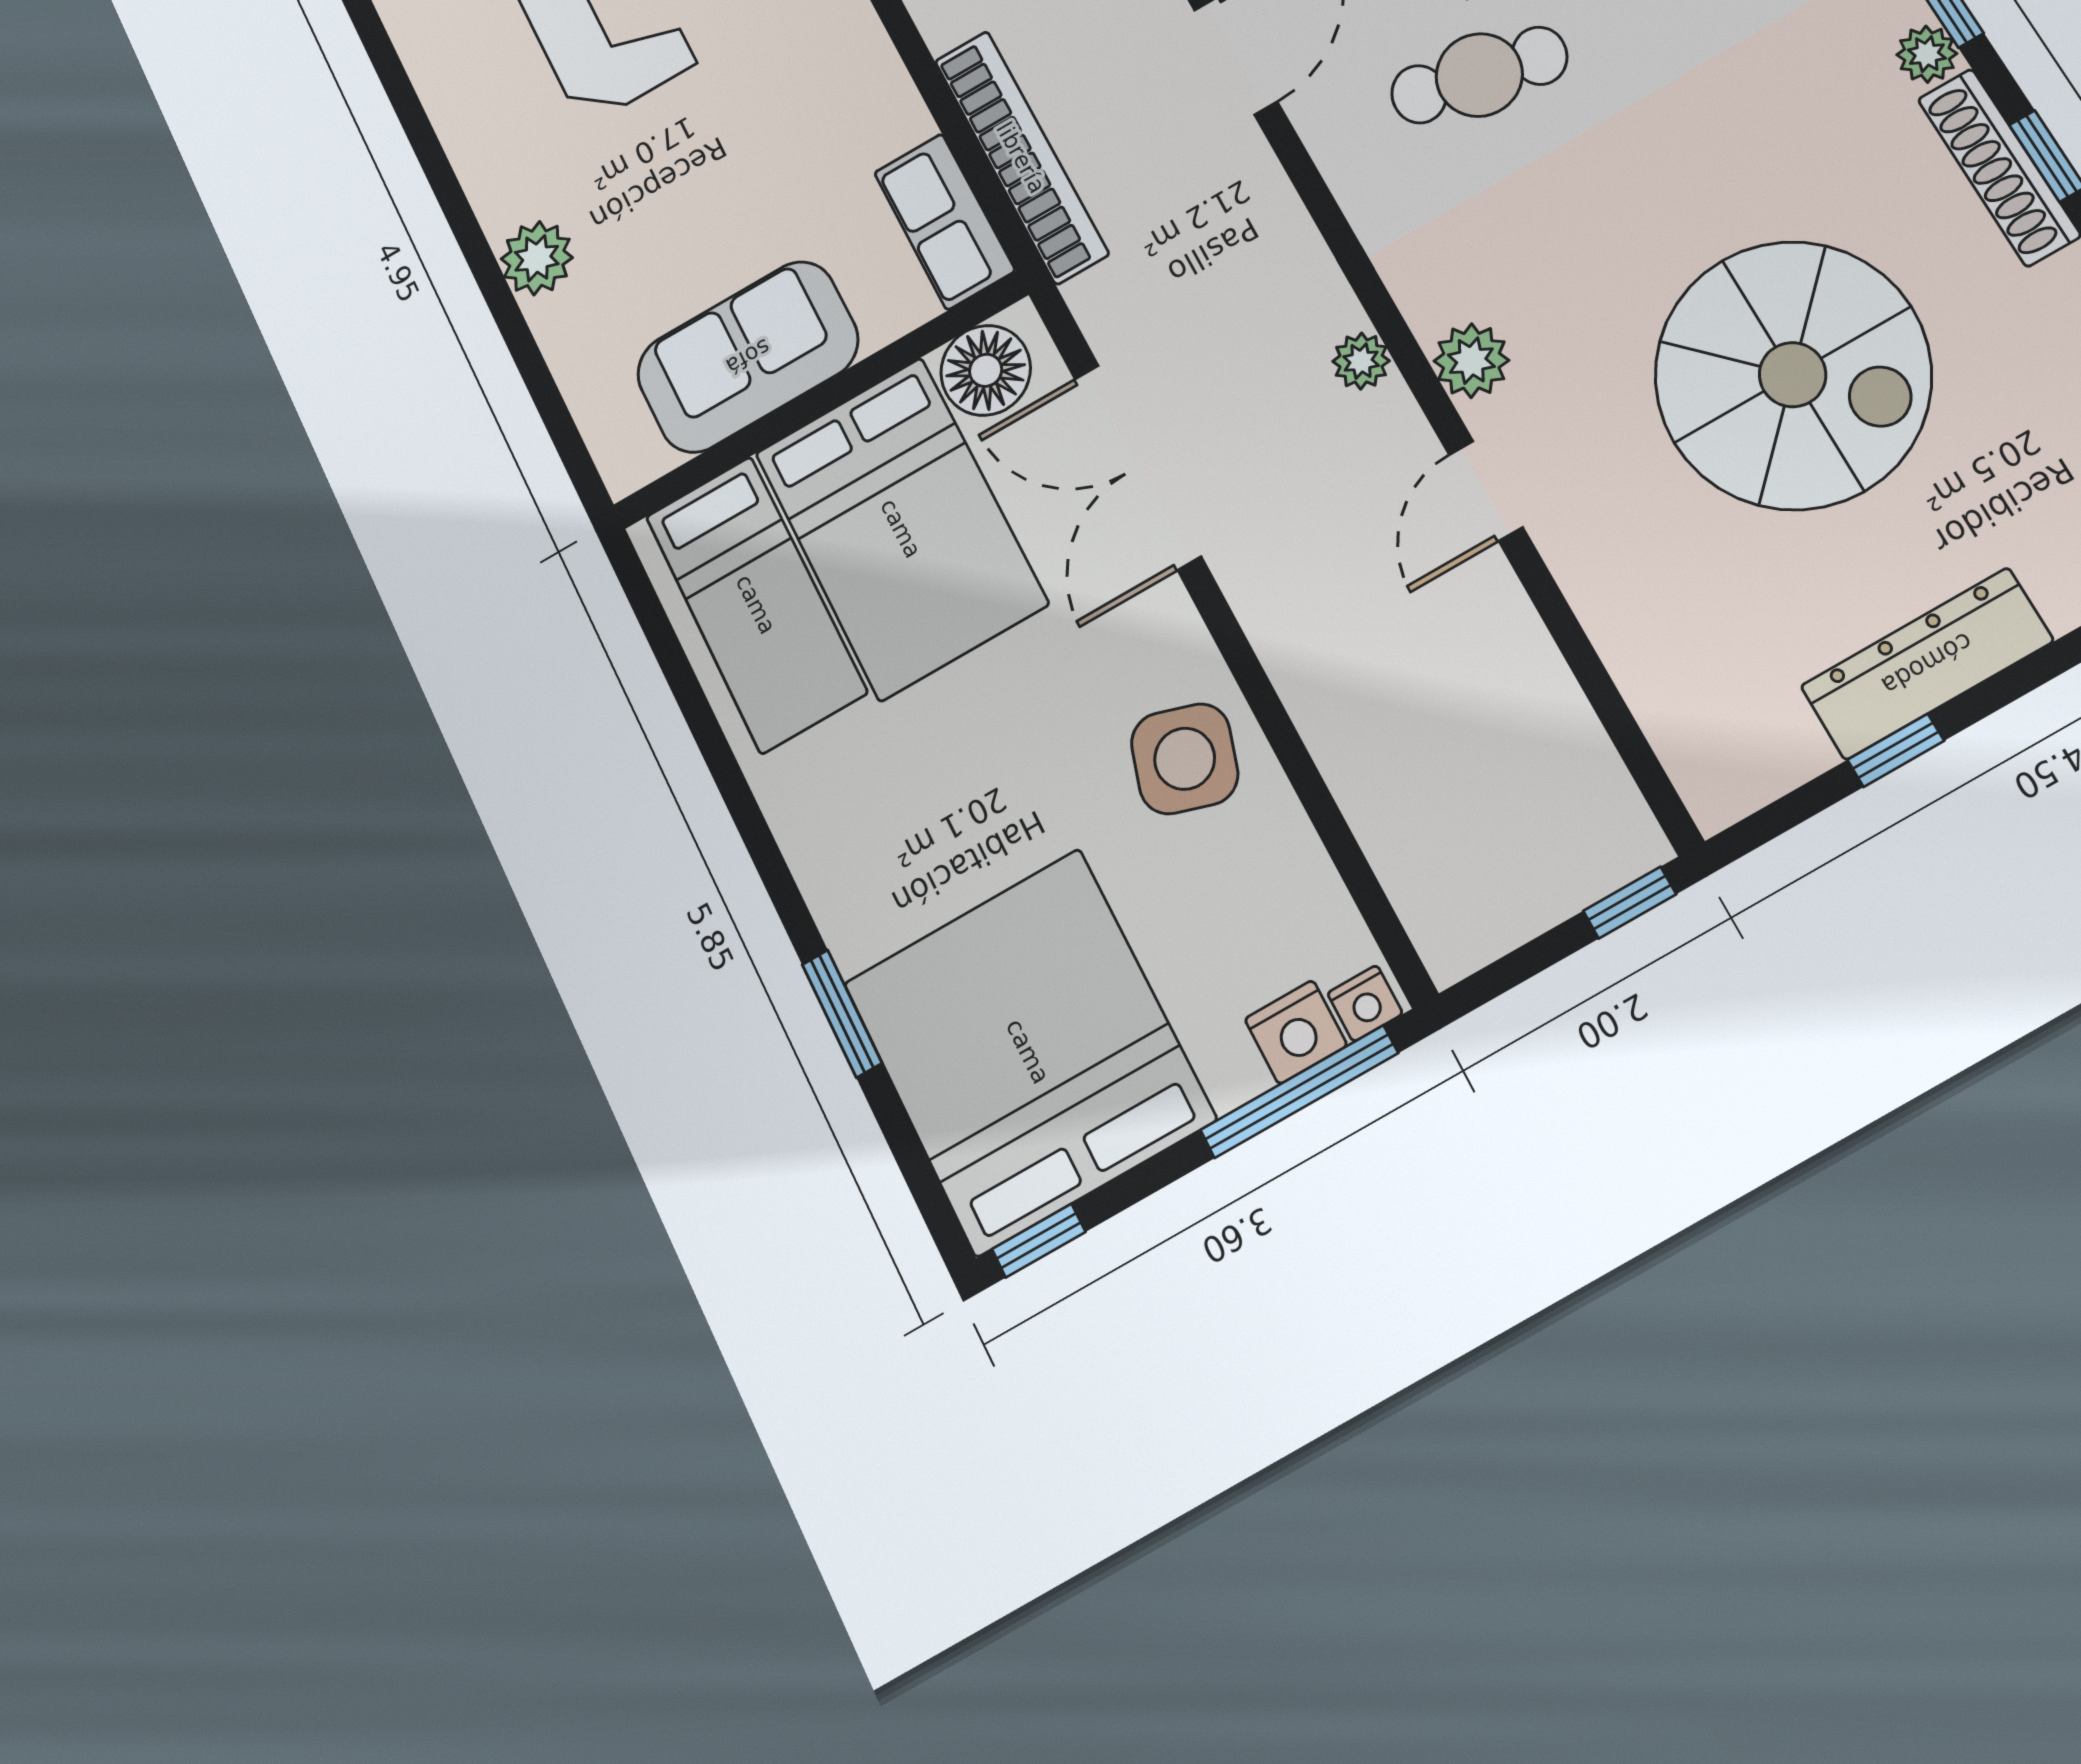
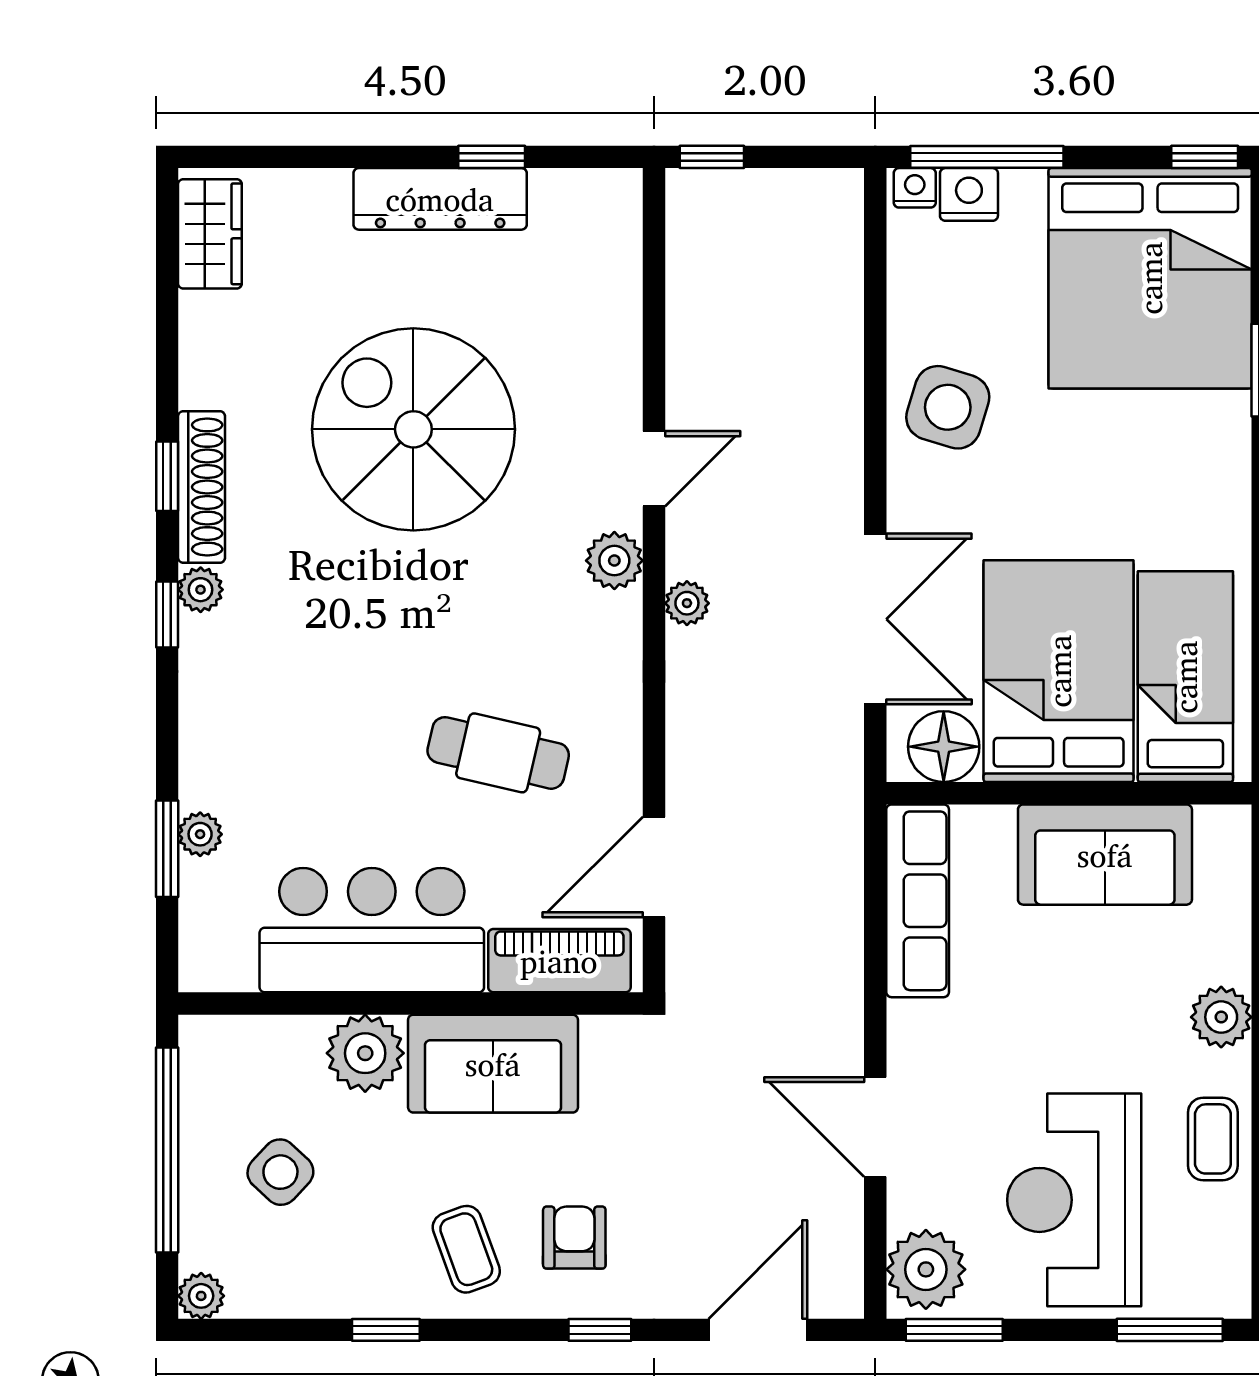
coffee table: (485, 128) -> (1213, 1139), added
bookcase: (1021, 157) -> (840, 884), removed
row of seats: (944, 221) -> (918, 901), width x1.48

